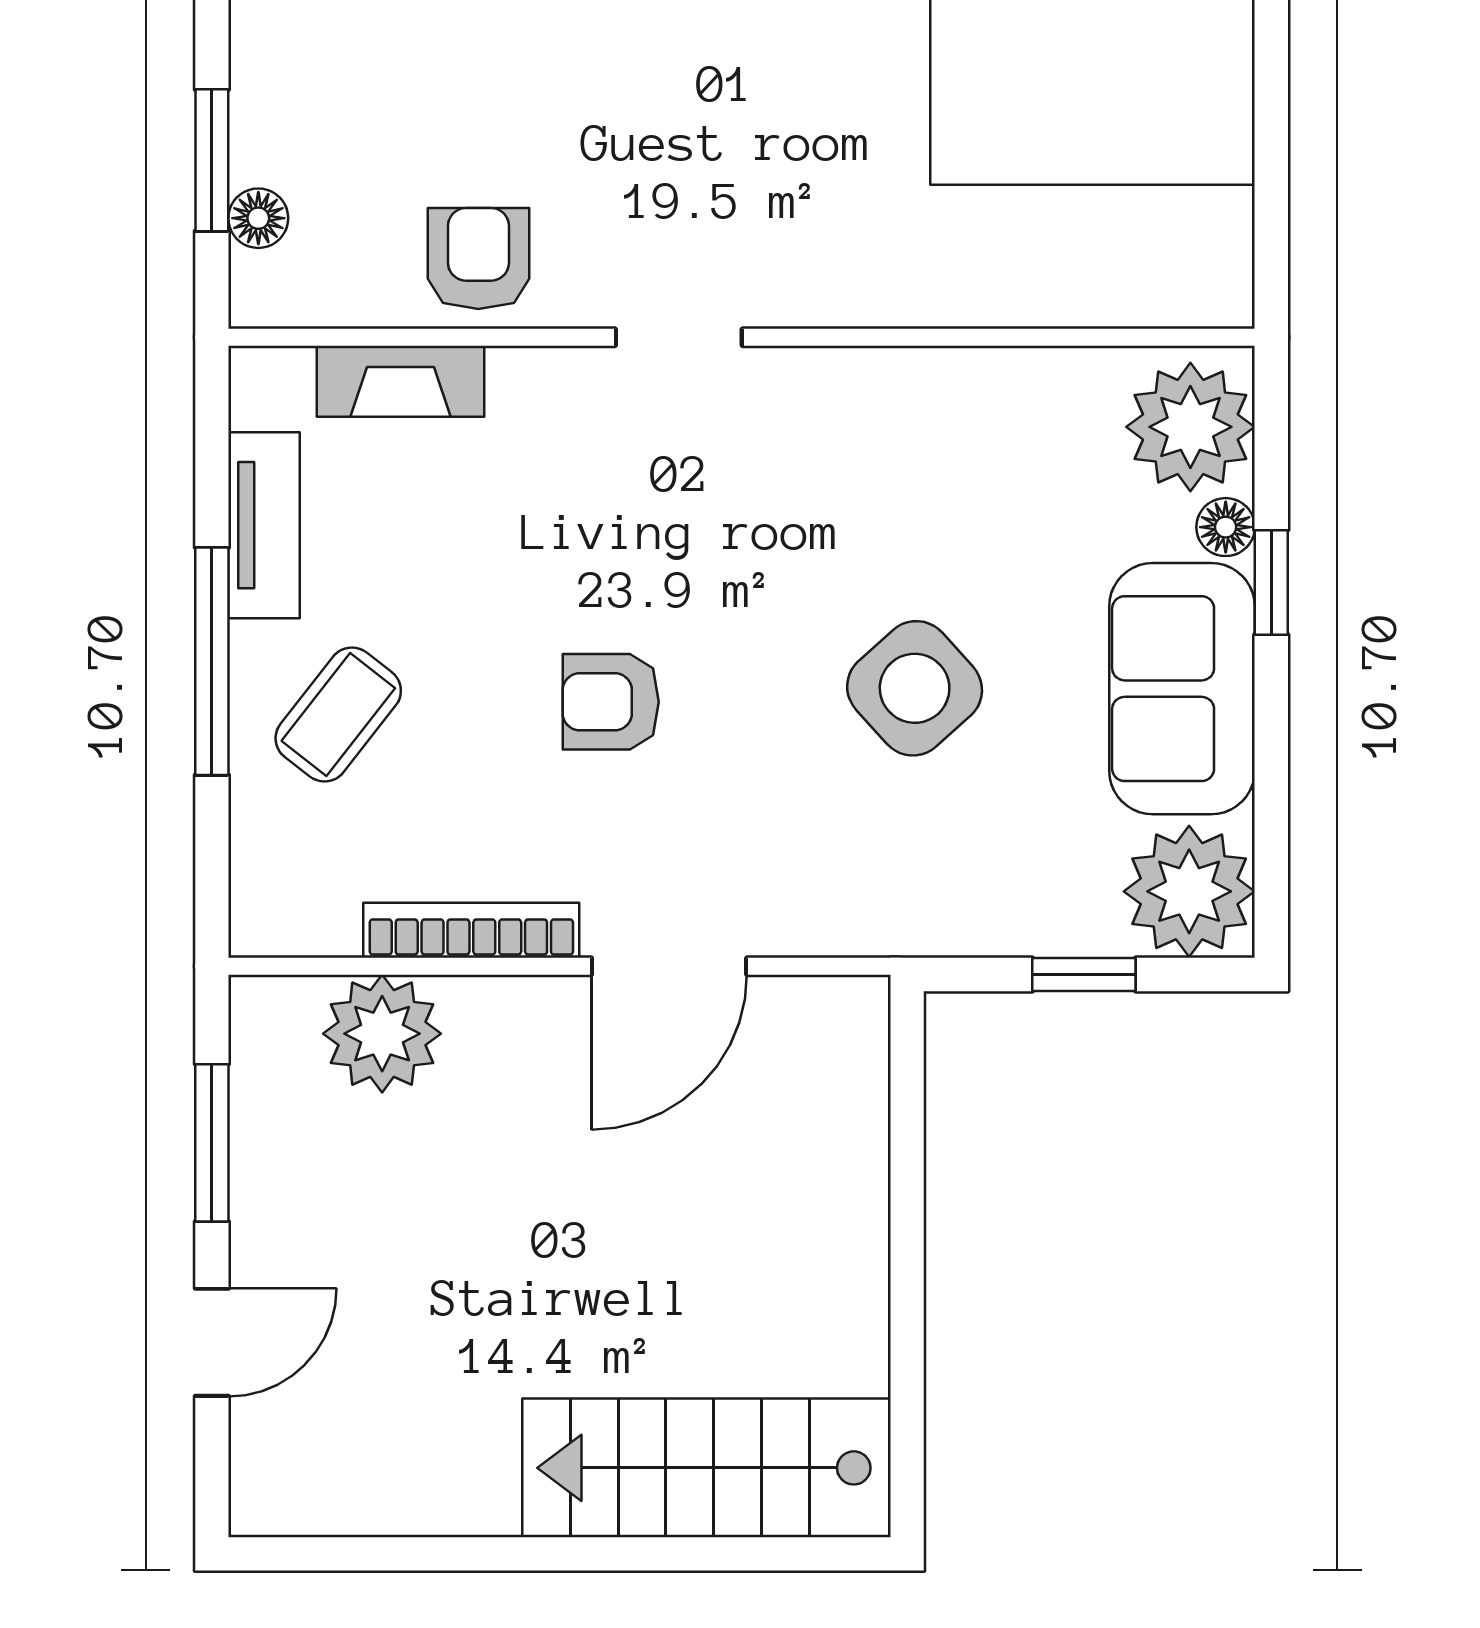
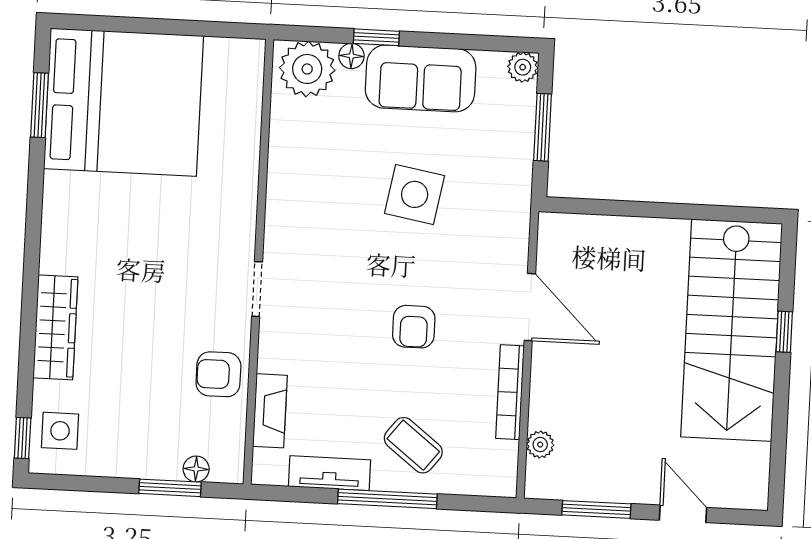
side table: (915, 688) -> (415, 194), turned -38
plant: (1189, 891) -> (523, 67), width x0.53, depth x0.53
window: (1084, 975) -> (543, 127), width x1.50
plant: (382, 1034) -> (540, 445), width x0.53, depth x0.53
stairs: (706, 1468) -> (732, 330), width x1.36, depth x1.51
window: (642, 1554) -> (784, 332), added

